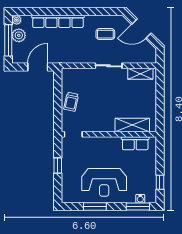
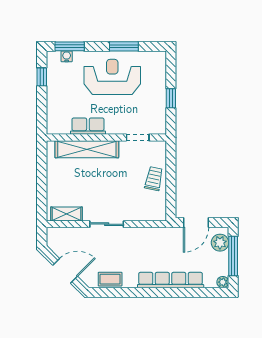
coffee table: (105, 34) -> (110, 279), moved
plant: (19, 35) -> (220, 243), moved
shelving: (132, 125) -> (87, 149), width x1.47
doorway: (73, 134) -> (138, 137), moved
row of seats: (135, 143) -> (88, 126), moved

